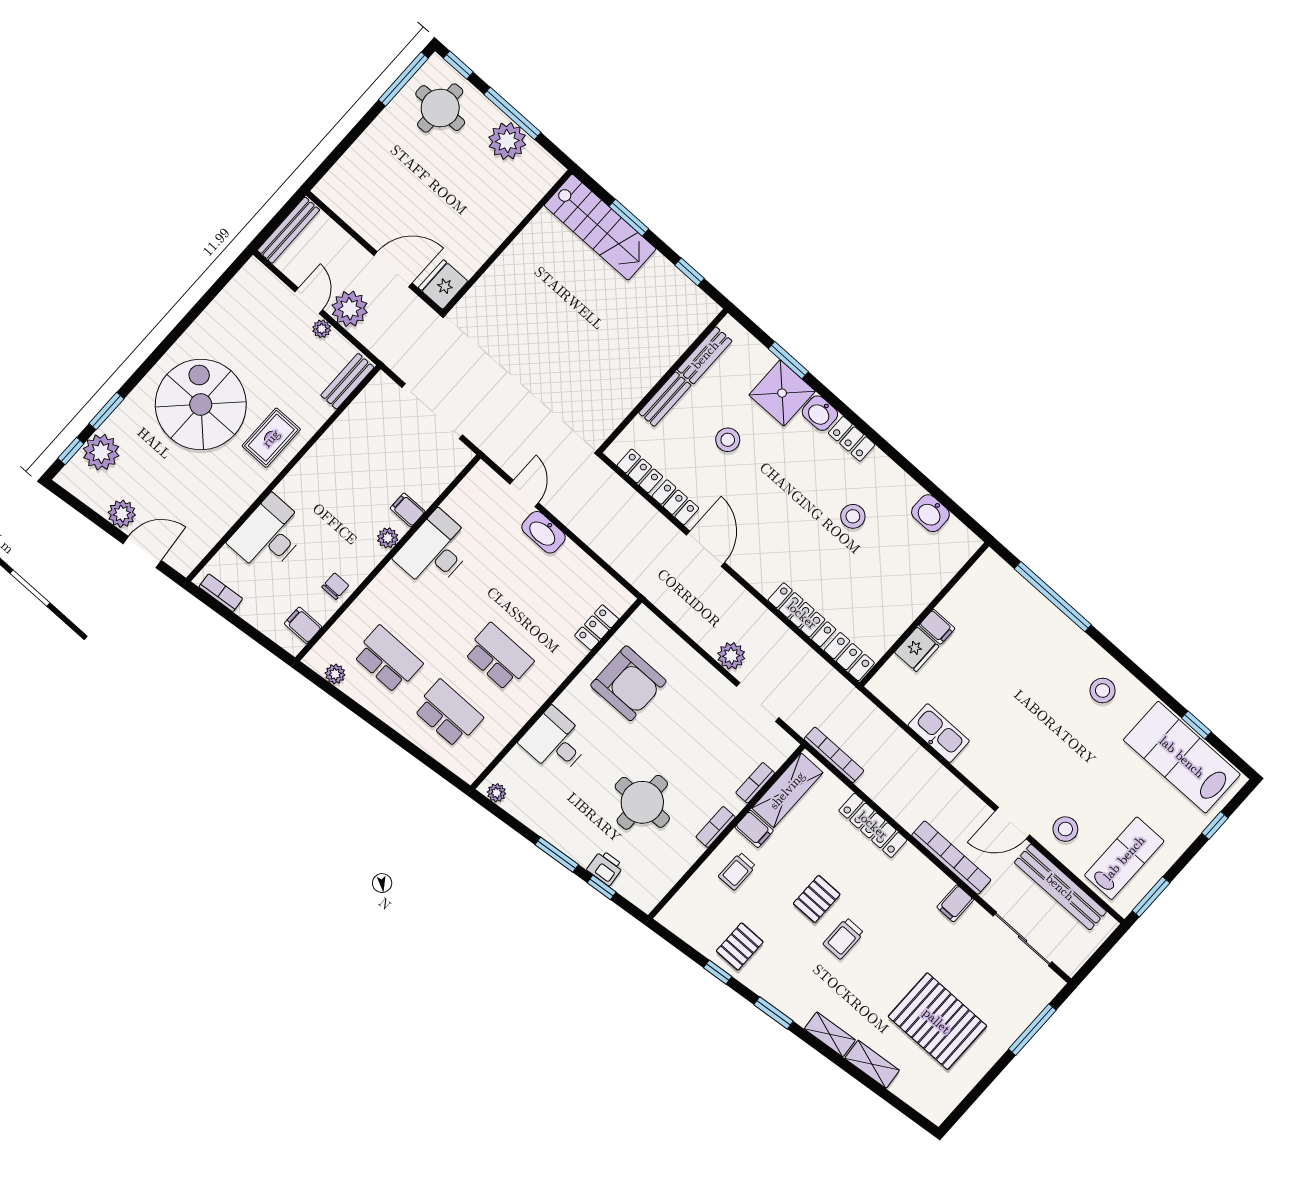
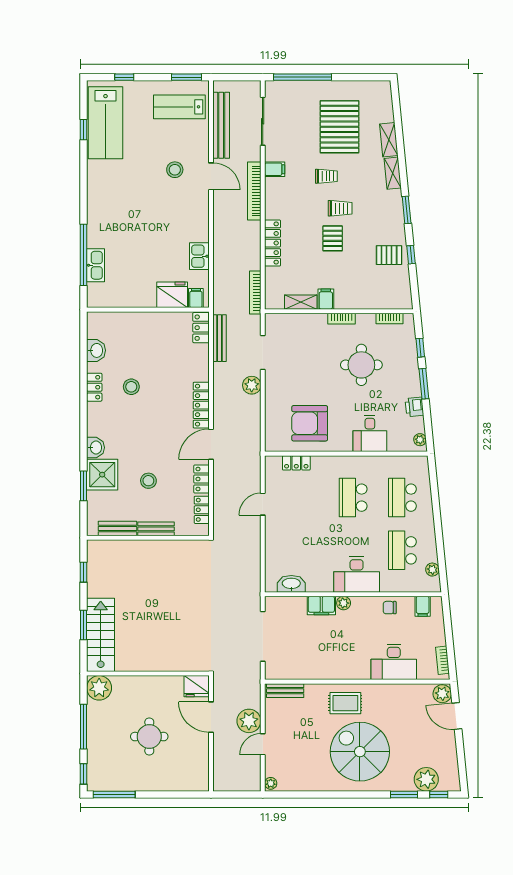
round table: (440, 108) -> (149, 737), moved
plant: (507, 141) -> (99, 688), moved
bench: (289, 230) -> (219, 338), moved, turned 90
plant: (322, 329) -> (271, 783), moved
spiral stairs: (201, 404) -> (360, 752), turned 90
locker: (852, 439) -> (94, 387), moved
door: (524, 493) -> (263, 504), moved
filing cabinet: (408, 510) -> (321, 606), width x2.00
plant: (122, 514) -> (442, 694), moved
washbasin: (543, 532) -> (291, 584), moved, turned -90
desk: (435, 551) -> (357, 575), moved
kitchen sink: (1029, 600) -> (96, 265), added
locker: (802, 615) -> (201, 405), moved
filing cabinet: (937, 627) -> (196, 298), moved
fridge: (917, 649) -> (172, 295), width x1.36, depth x1.34
armchair: (628, 683) -> (310, 423), turned -90
stool: (1103, 690) -> (107, 190), removed
kitchen sink: (939, 733) -> (199, 256), width x0.73
bookcase: (755, 783) -> (389, 319), moved
shelving: (787, 790) -> (301, 302), width x0.67, depth x0.75
stool: (1065, 829) -> (175, 170), moved
printer: (605, 868) -> (414, 407), moved
trolley: (737, 871) -> (326, 176), moved
pallet: (817, 899) -> (333, 238), turned 90
window: (1032, 1030) -> (302, 77), width x1.46

